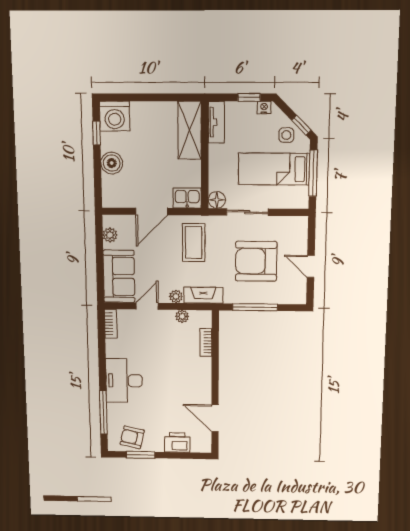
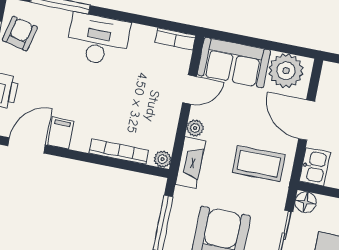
plant: (110, 235) -> (286, 71), width x1.87, depth x1.87
door: (147, 306) -> (190, 90), hinge flipped
plant: (182, 316) -> (163, 159), moved
bookcase: (206, 342) -> (119, 152), width x1.56
filing cabinet: (201, 395) -> (61, 133), added

